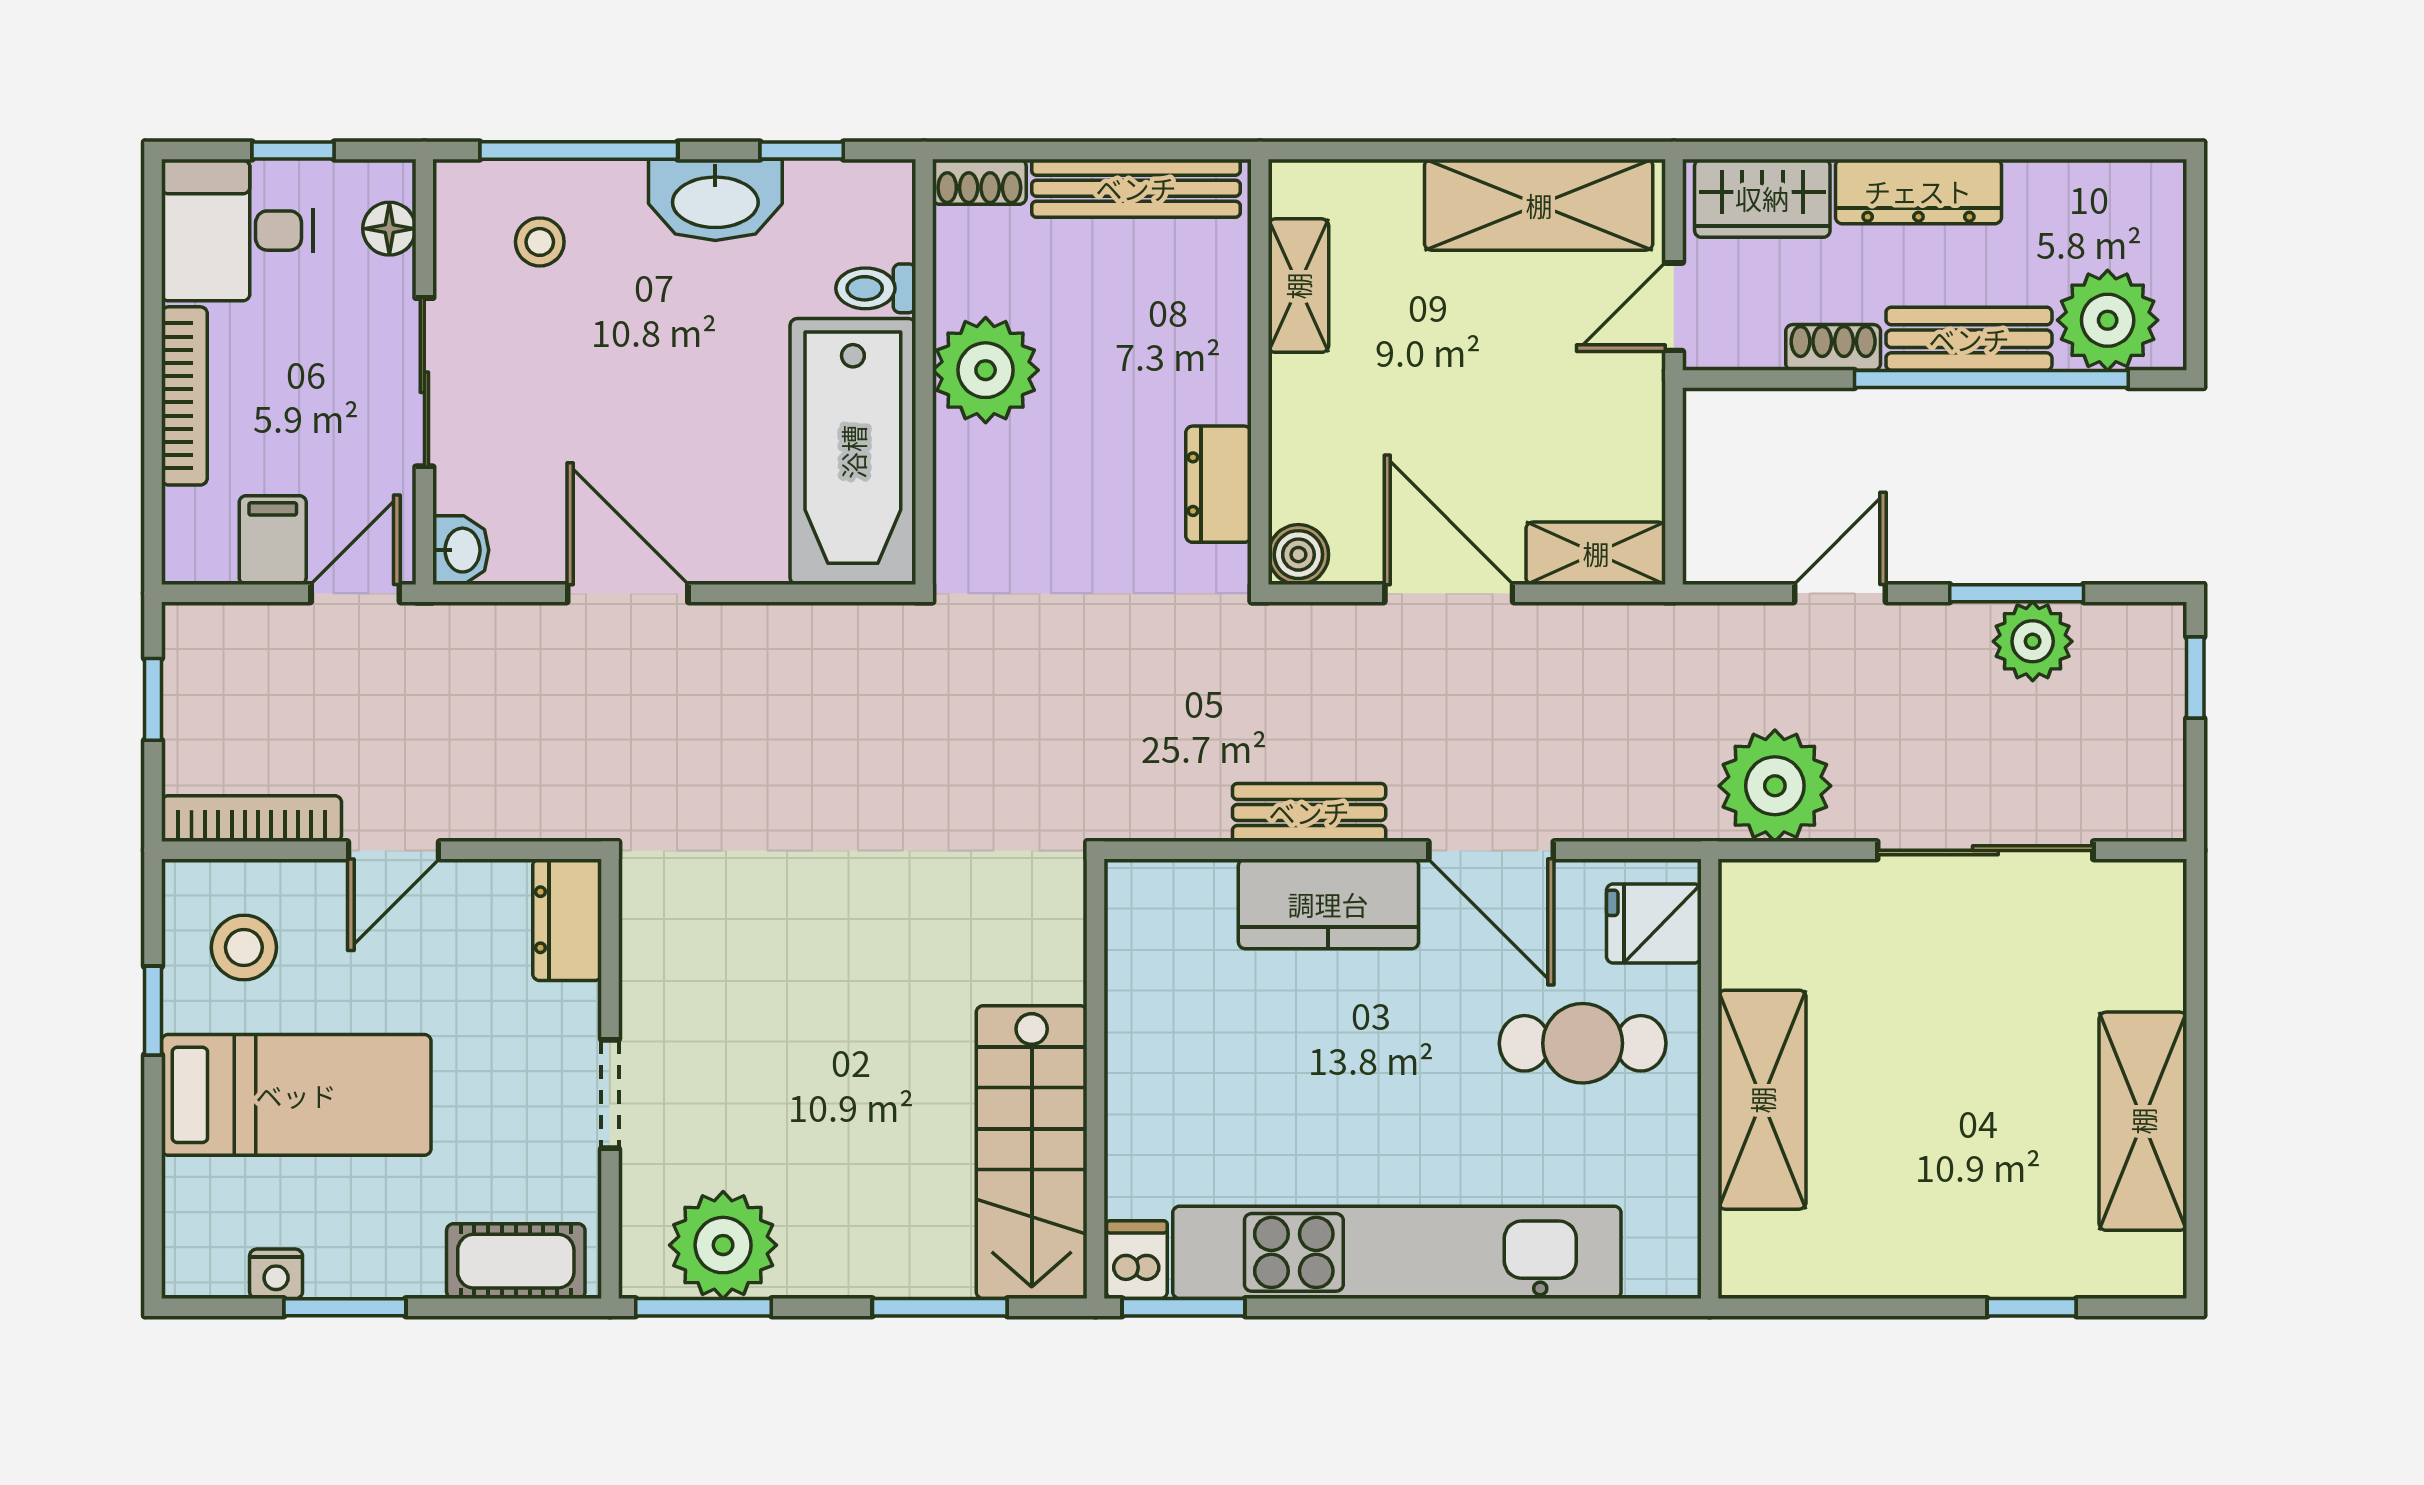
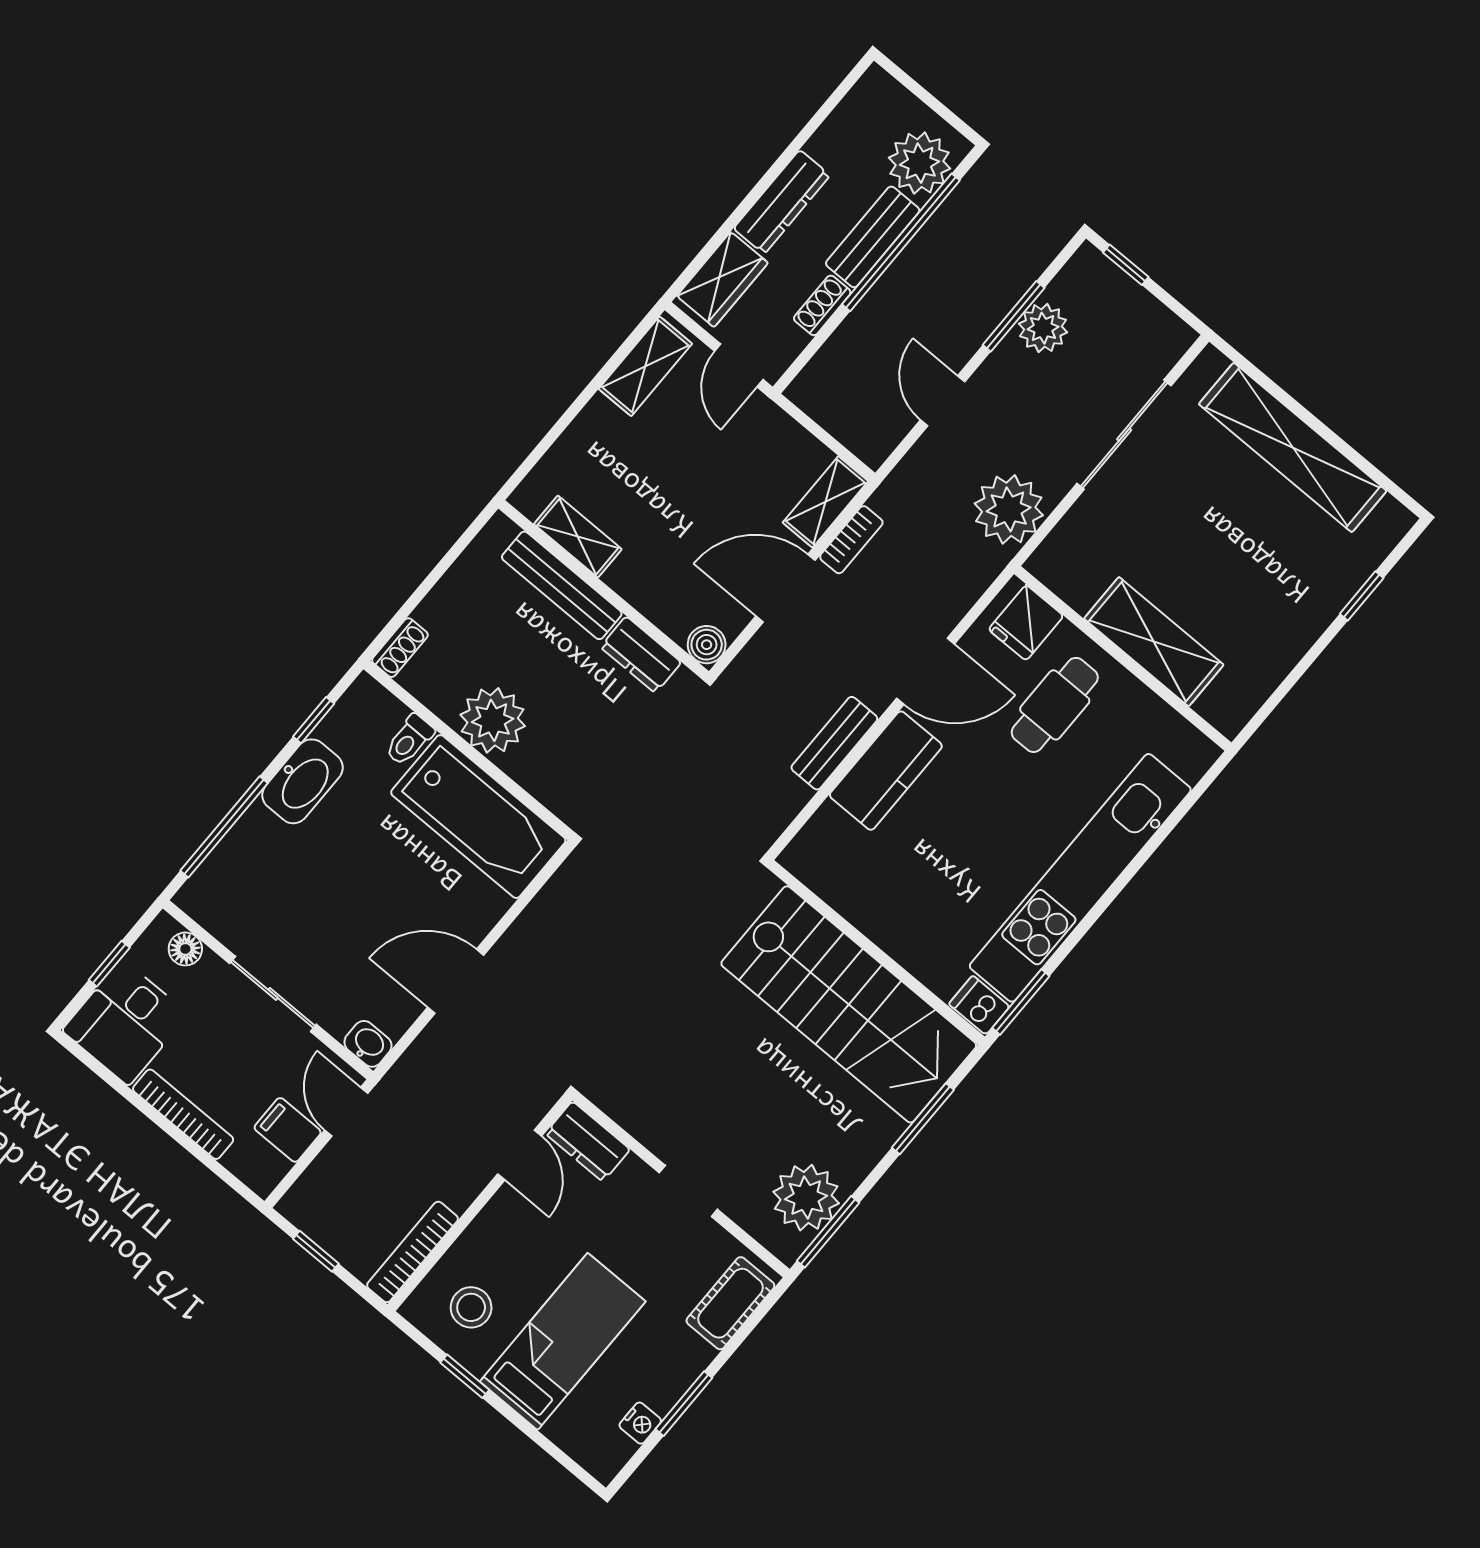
bench: (1136, 188) -> (562, 585), moved, turned 90
shelving: (1539, 205) -> (645, 366), width x0.67, depth x0.75
stool: (540, 242) -> (252, 882), removed
bookcase: (1576, 624) -> (851, 540), added
door: (394, 850) -> (520, 1155), moved
shelving: (2143, 1121) -> (1293, 447), width x1.47
stairs: (1032, 1152) -> (849, 1004), width x1.36, depth x1.51

